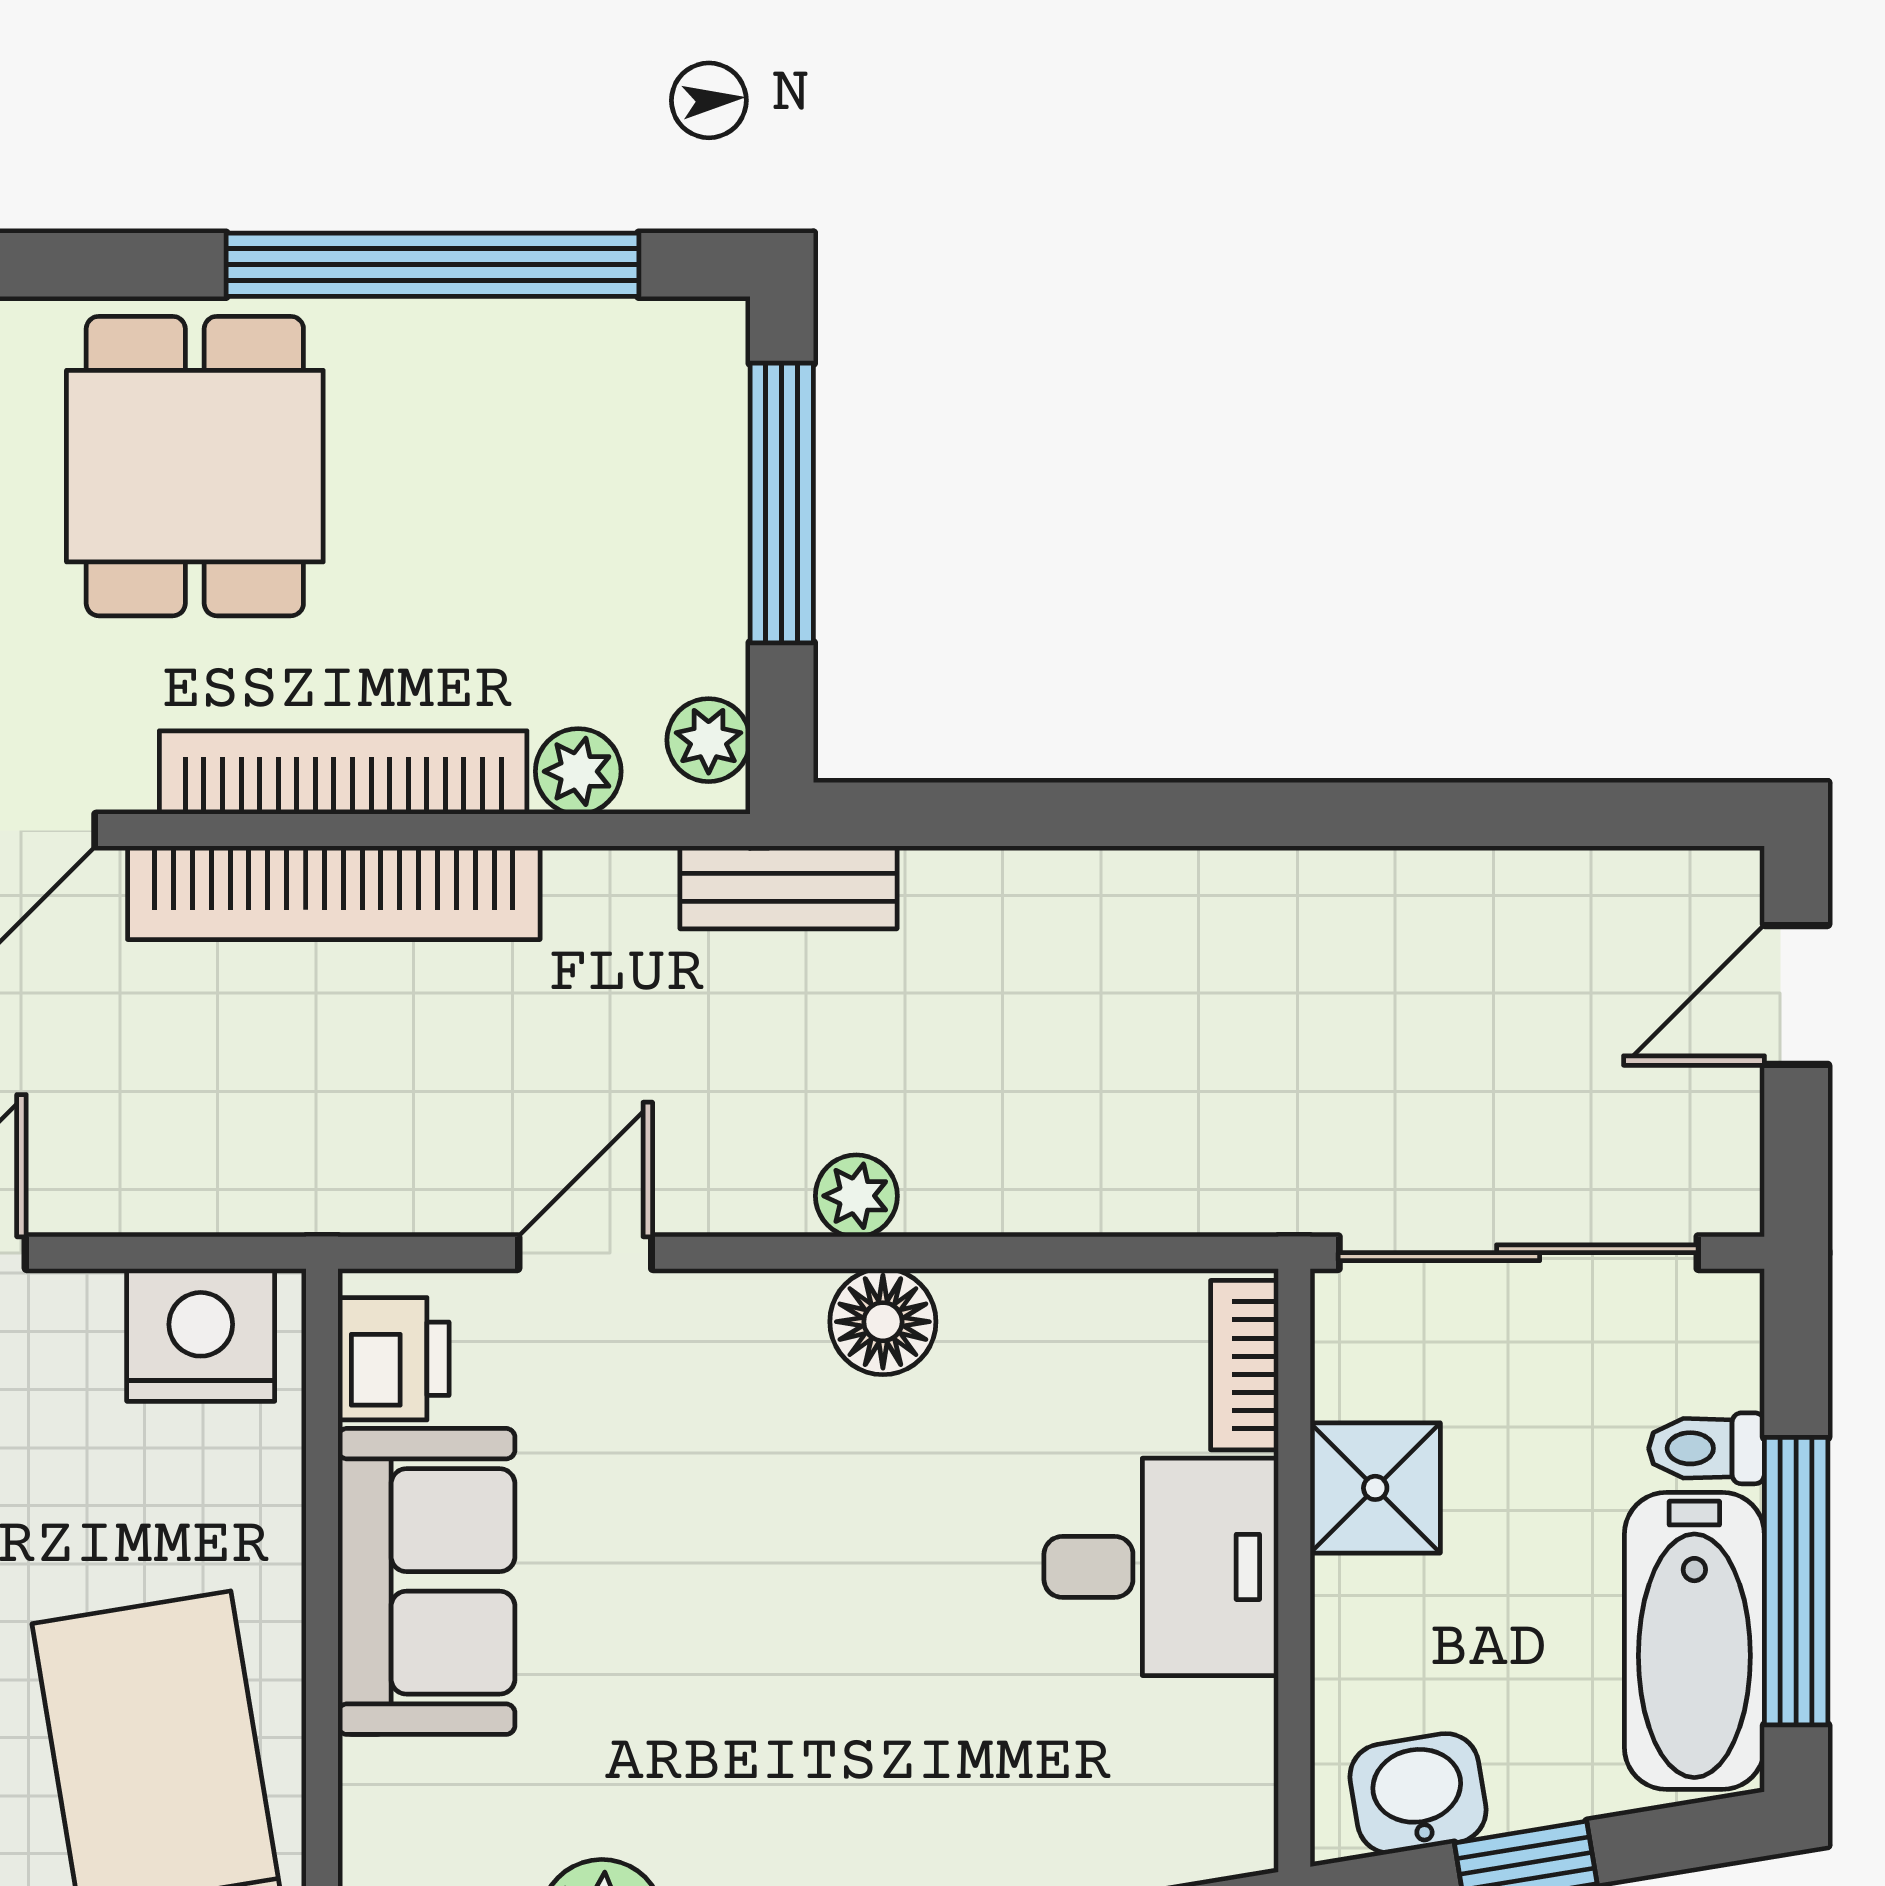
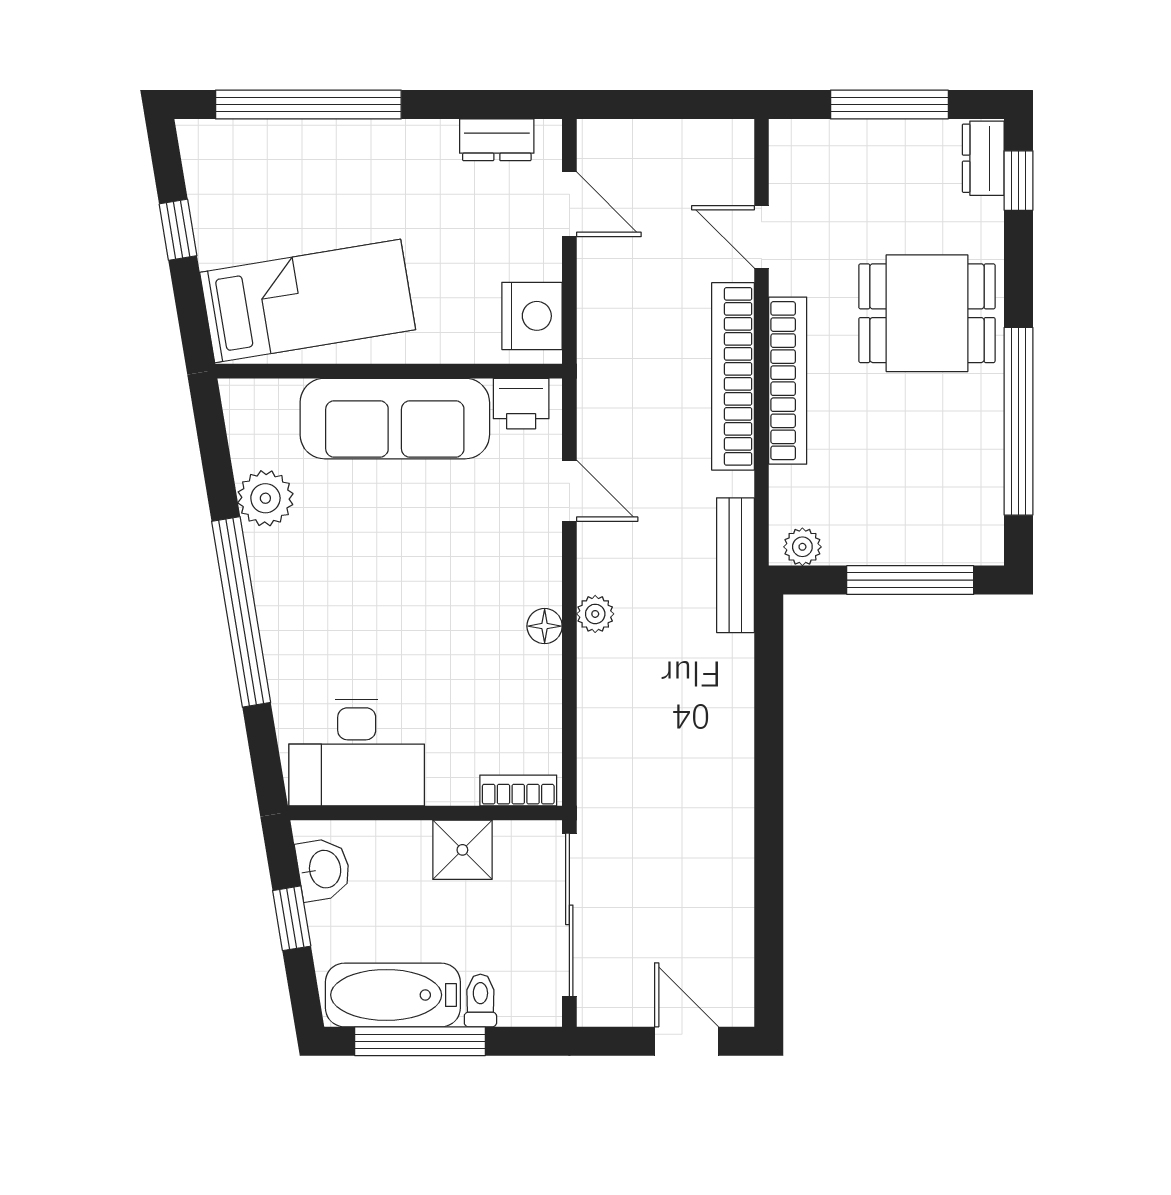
plant: (578, 771) -> (788, 488), removed
bench: (788, 887) -> (735, 565), width x1.36
floor lamp: (883, 1322) -> (545, 626), width x0.73, depth x0.73
desk: (1161, 1567) -> (357, 753), moved, width x1.37
sofa: (426, 1581) -> (395, 419), width x1.36

